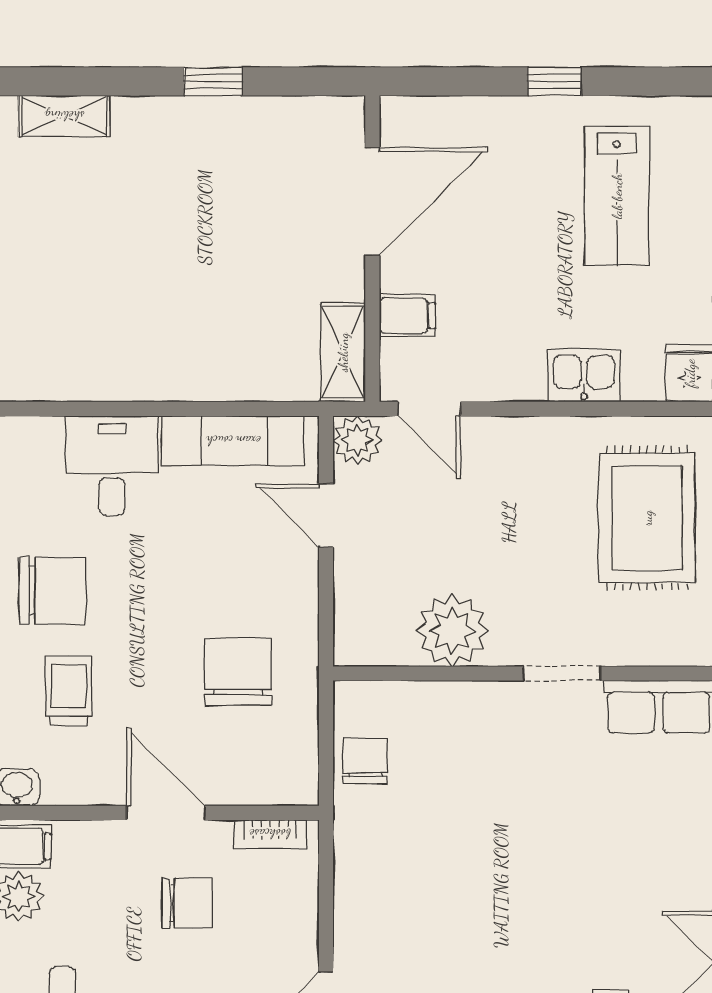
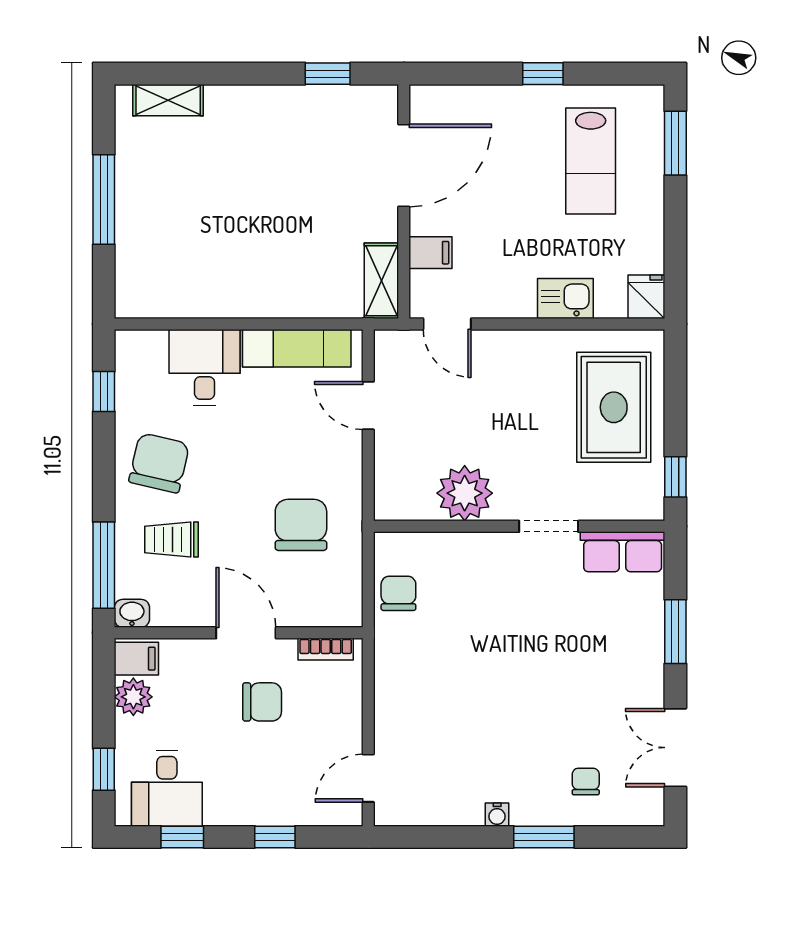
window: (213, 81) -> (328, 74), moved
plant: (358, 440) -> (392, 348), removed
chair: (52, 591) -> (159, 463), turned -77
trolley: (69, 691) -> (172, 540), turned -90

